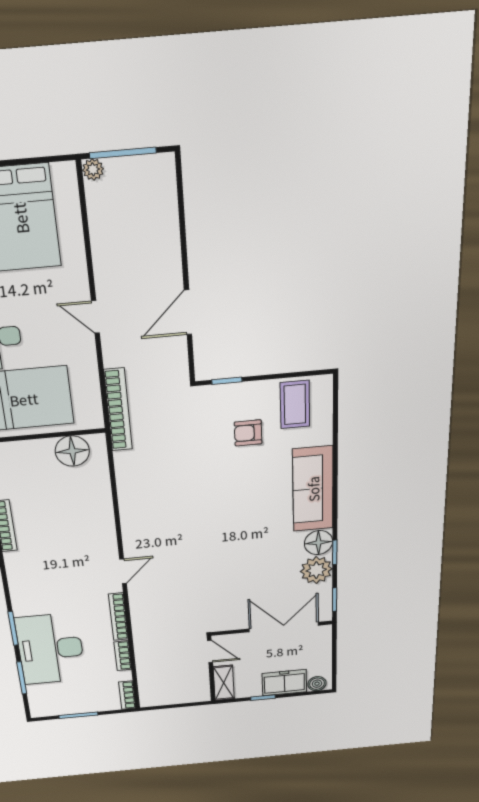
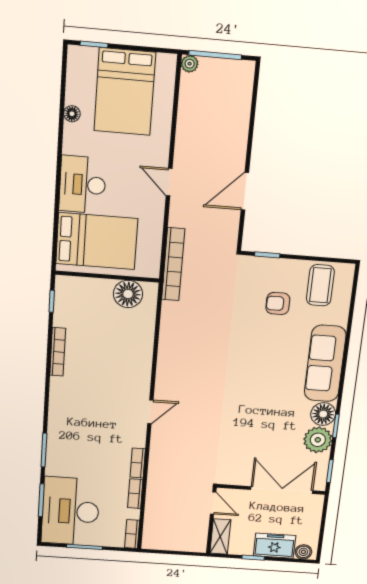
bookcase: (118, 617) -> (138, 463), width x0.64
desk: (50, 649) -> (70, 511), moved

